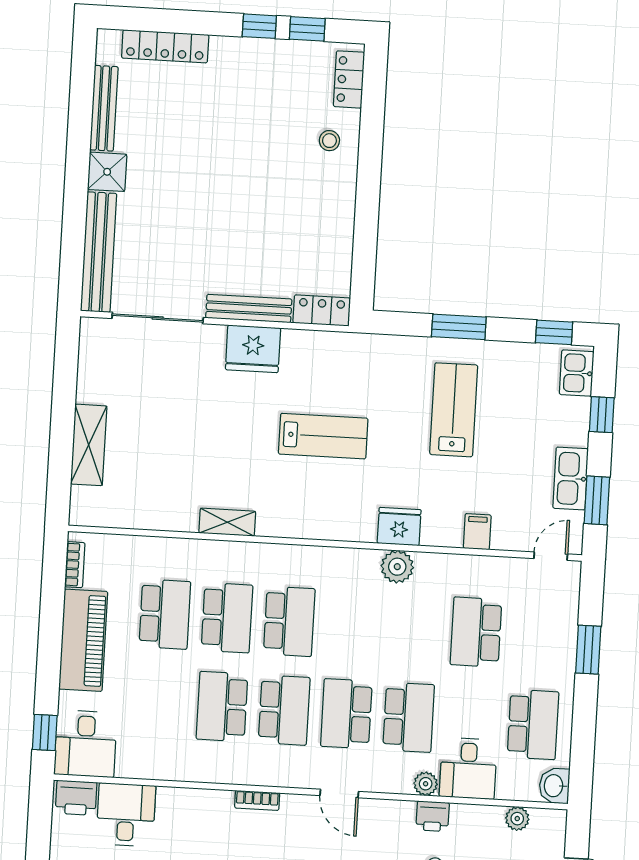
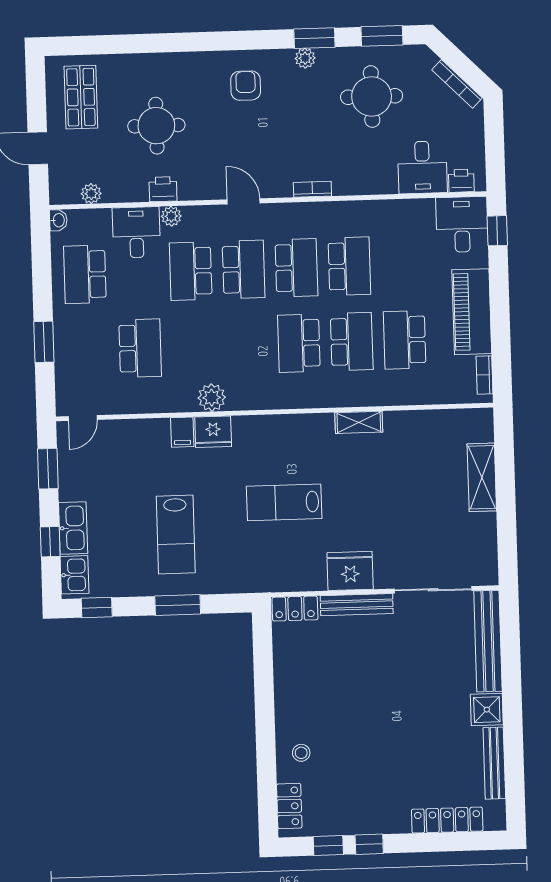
kitchen sink: (571, 478) -> (73, 528), moved
filing cabinet: (477, 532) -> (182, 432), moved
school desk: (227, 618) -> (352, 342), turned 180
school desk: (284, 710) -> (296, 268), turned 180
washbasin: (554, 786) -> (58, 220), width x0.72, depth x0.69
printer: (76, 798) -> (461, 181), width x0.73, depth x0.81

